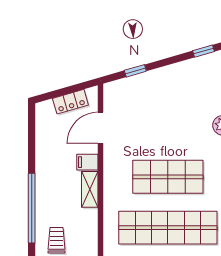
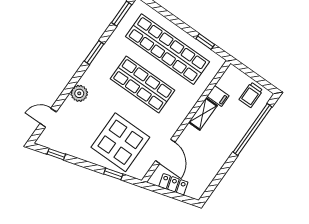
display table: (150, 106) -> (120, 142), added
door: (101, 128) -> (165, 151), hinge flipped
filing cabinet: (87, 162) -> (218, 96), moved

